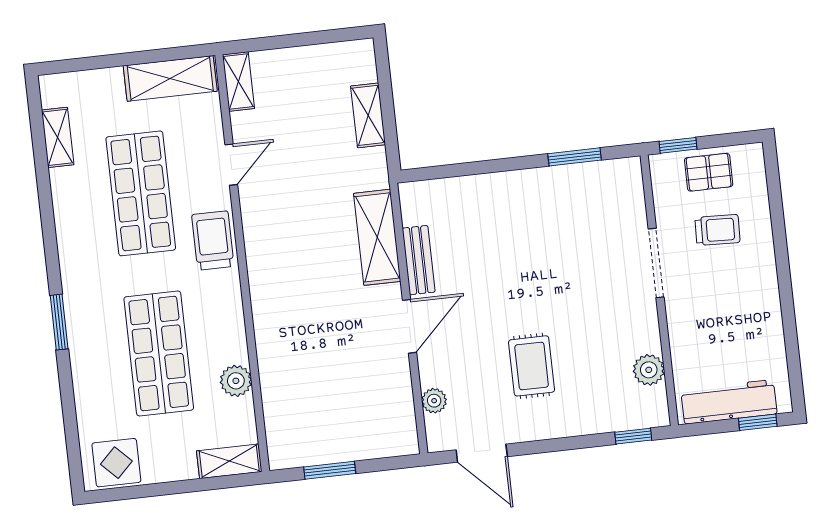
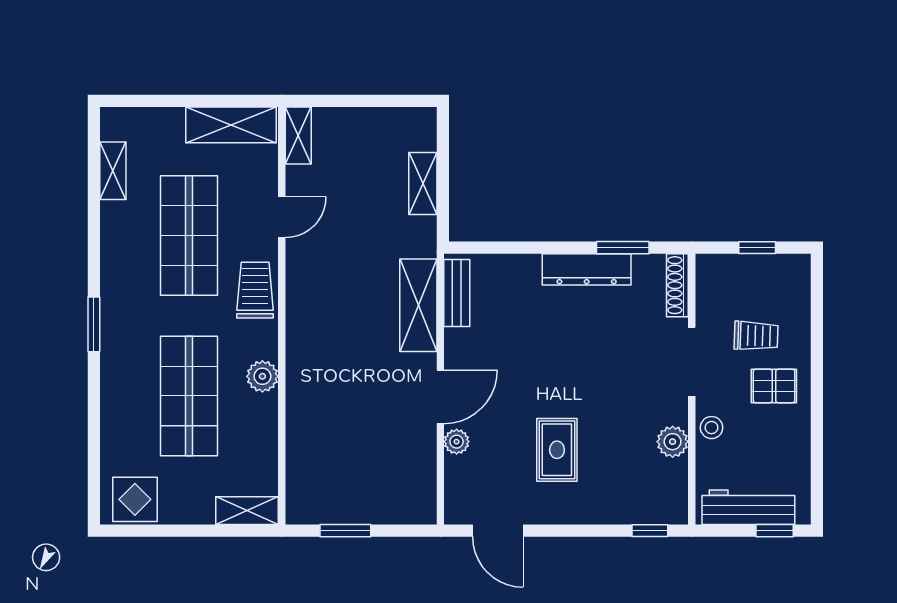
window: (678, 145) -> (757, 248), moved
pallet: (709, 172) -> (774, 386), moved
dresser: (541, 183) -> (587, 269), added
shoe rack: (633, 188) -> (677, 285), added
bench: (419, 260) -> (457, 293), moved
window: (59, 322) -> (94, 324), moved
stool: (683, 327) -> (712, 428), added
plant: (649, 370) -> (673, 442), moved
plant: (236, 381) -> (262, 376), moved
plant: (434, 401) -> (457, 442), moved

